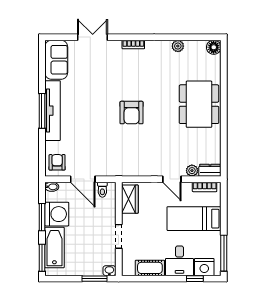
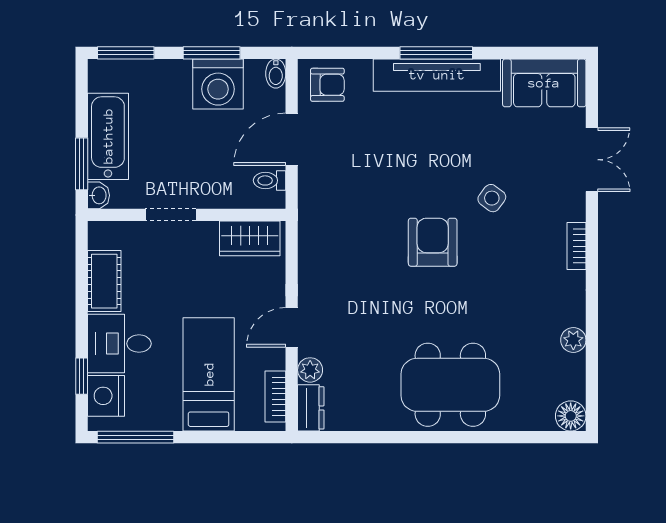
side table: (111, 85) -> (492, 198), added
armchair: (132, 113) -> (433, 242), turned 90
bathtub: (54, 248) -> (108, 136), moved, turned -90

